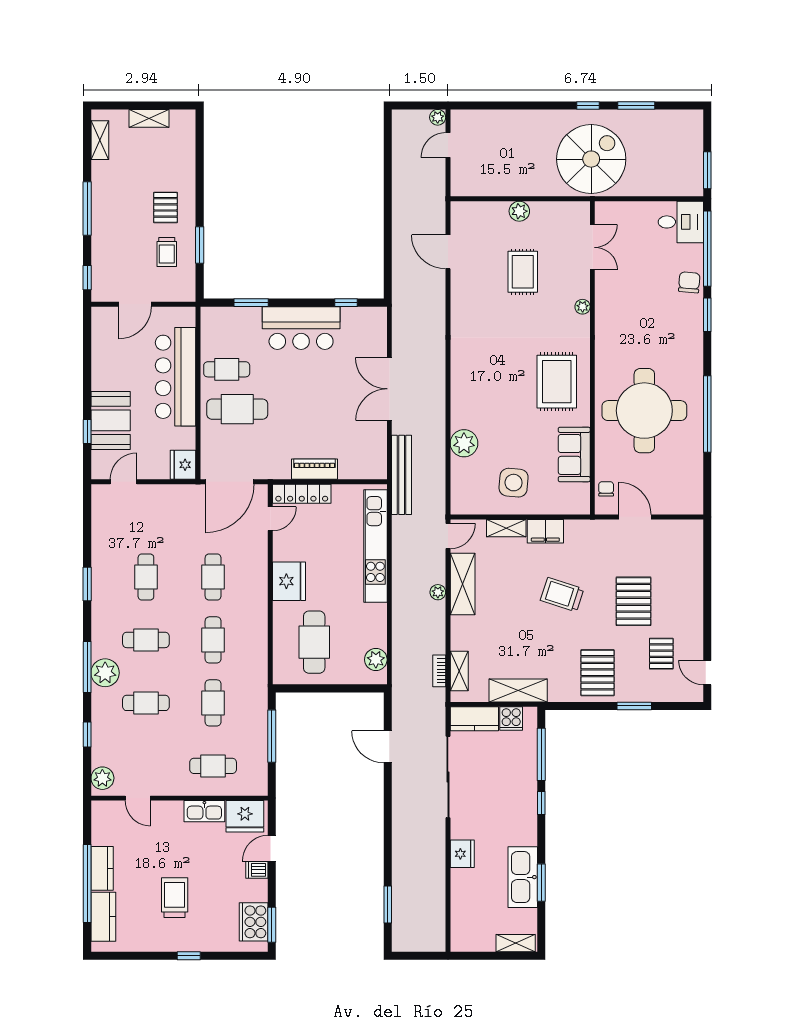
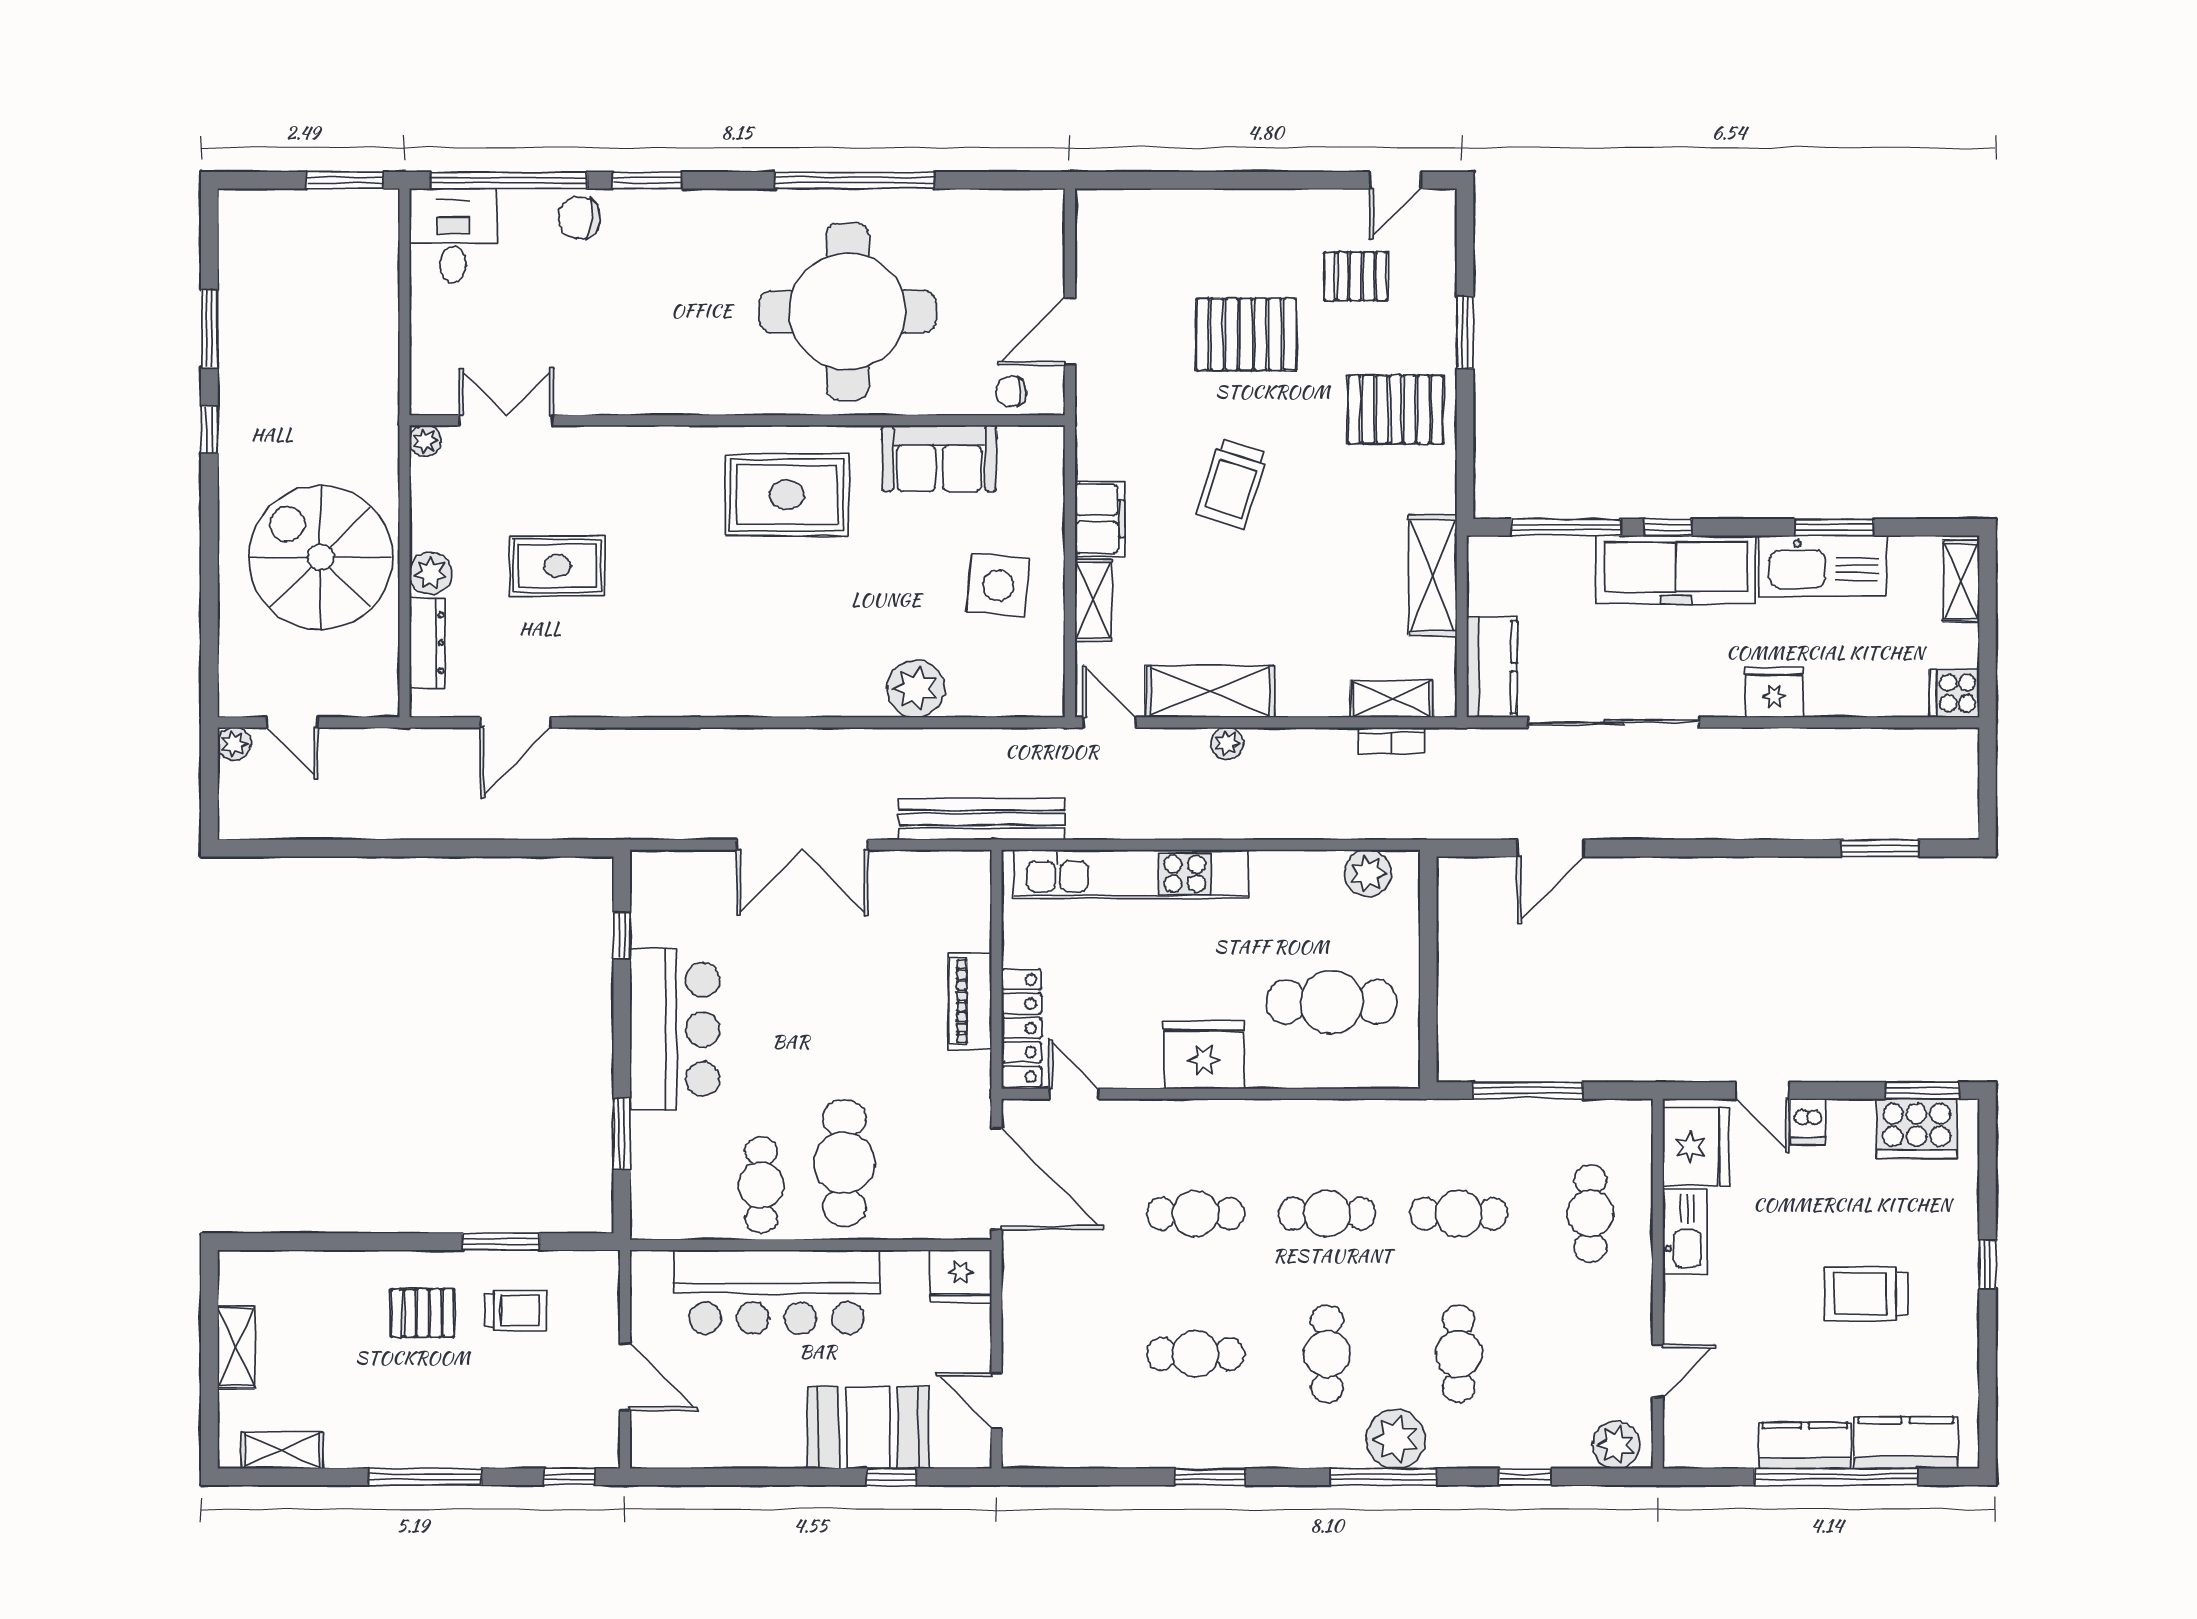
spiral stairs: (591, 159) -> (320, 557), moved
dresser: (486, 210) -> (427, 643), added
plant: (583, 307) -> (425, 441), moved
cooker: (511, 719) -> (1955, 693), moved, turned 180
freezer: (521, 807) -> (1676, 570), added

